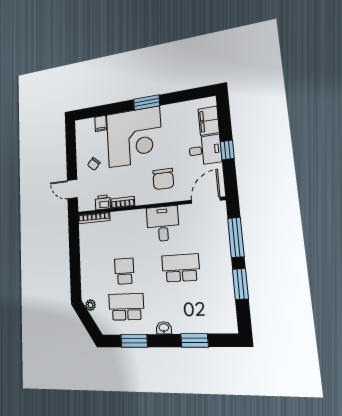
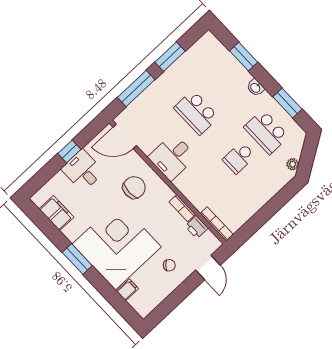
filing cabinet: (209, 121) -> (56, 213), moved, turned -90

